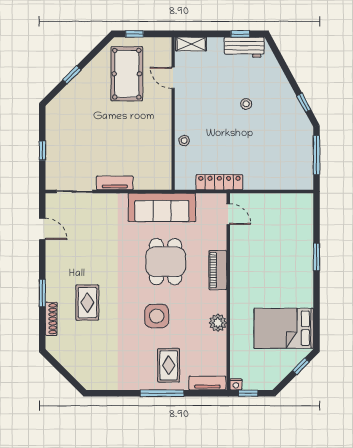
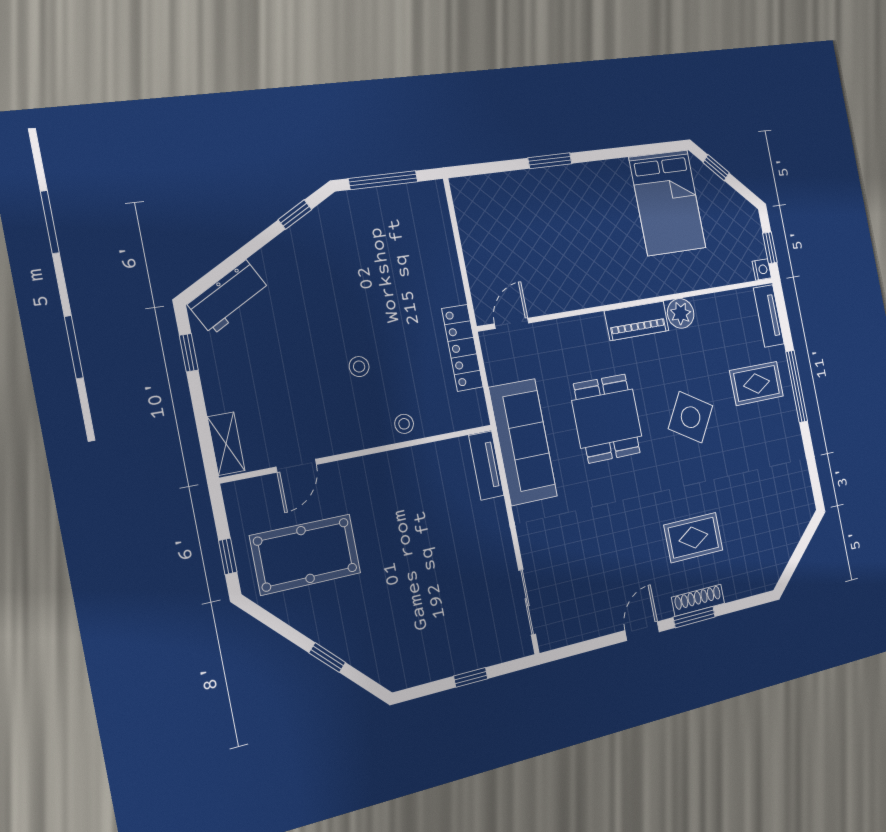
workbench: (244, 47) -> (229, 297), moved, turned 61
stool: (246, 104) -> (359, 367), moved
tv unit: (115, 183) -> (486, 466), moved
door: (42, 229) -> (642, 631), moved
dining table: (166, 262) -> (607, 418), turned 90
piano: (218, 270) -> (637, 321), moved
side table: (157, 316) -> (691, 417), turned 31
shoe rack: (51, 319) -> (698, 600), moved

